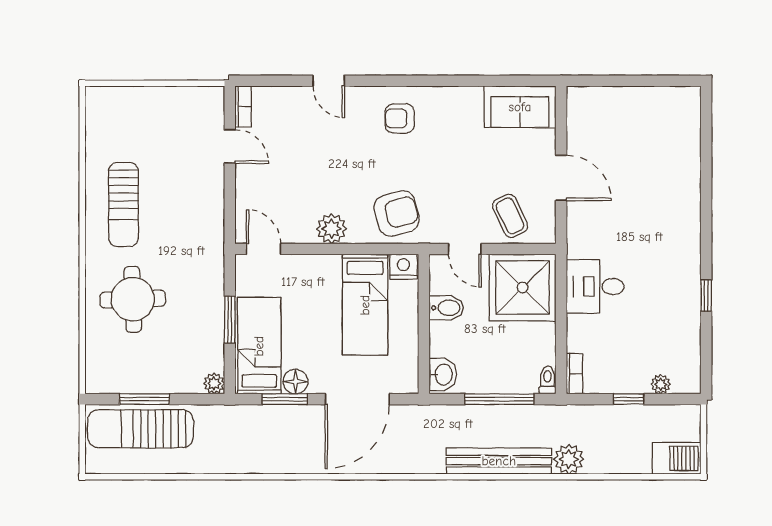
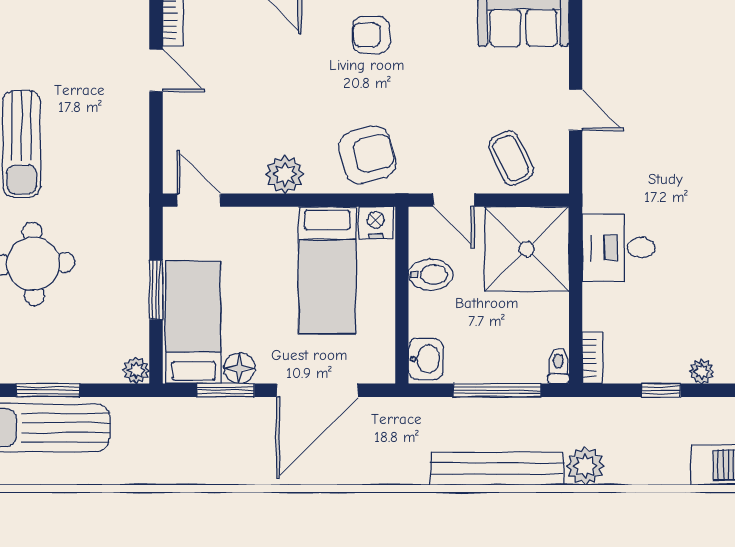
door: (561, 178) -> (576, 110), width x0.73

